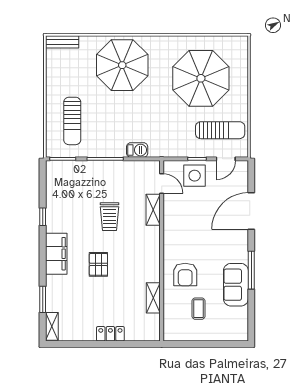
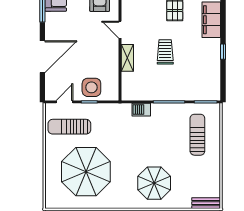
parasol: (122, 65) -> (154, 183), width x0.73, depth x0.73
door: (162, 183) -> (120, 30), moved

